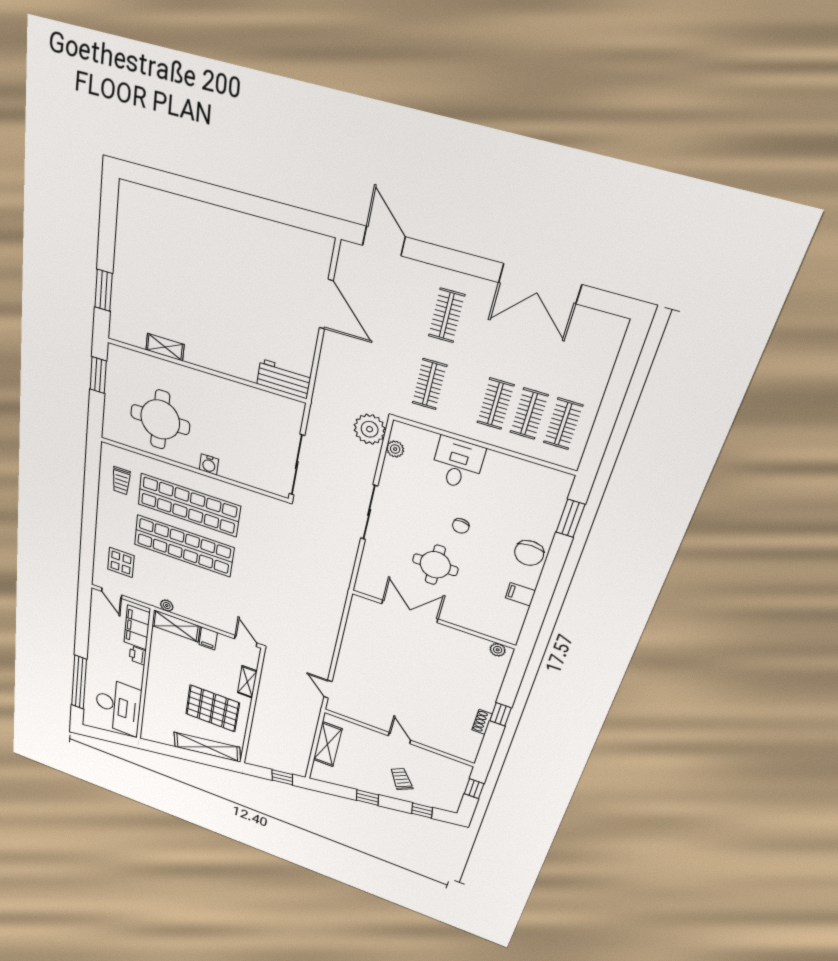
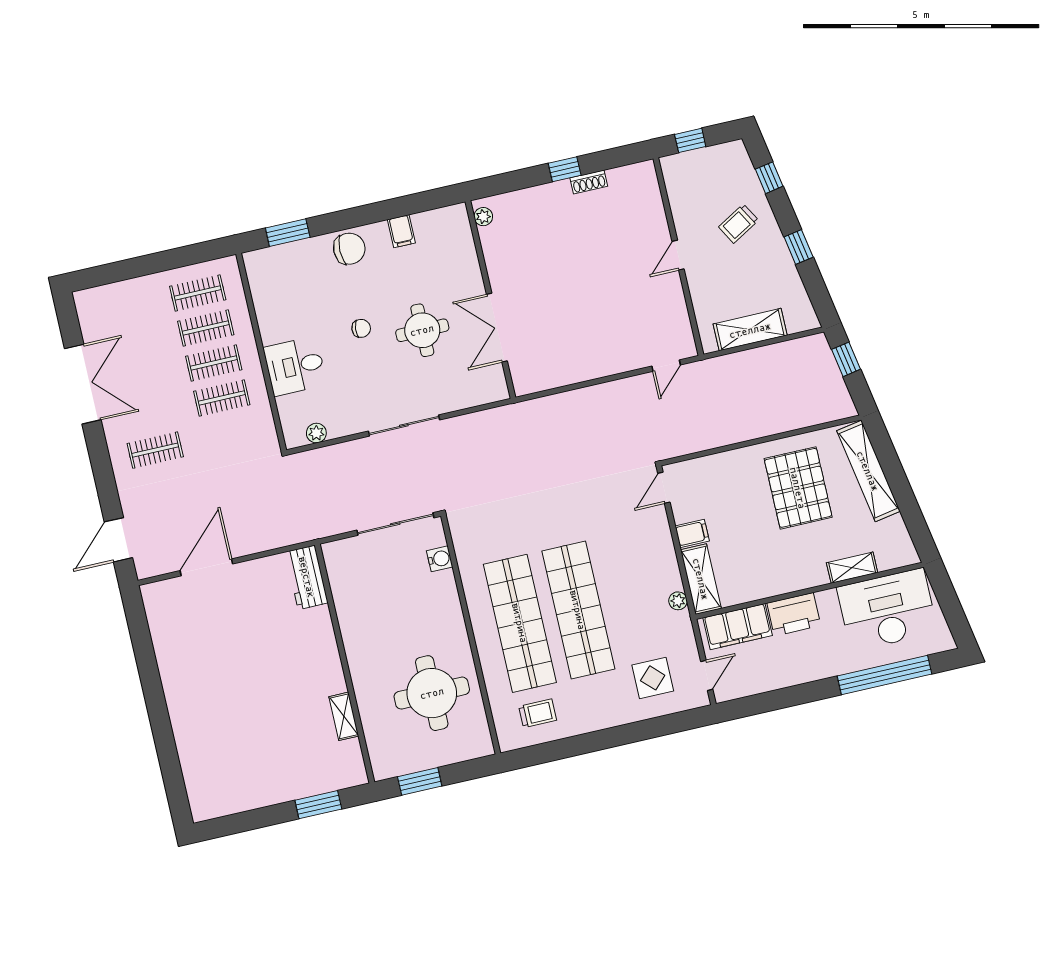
clothes rail: (429, 384) -> (222, 398), moved
plant: (370, 429) -> (310, 468), removed
water cooler: (209, 464) -> (440, 559), moved
printer: (138, 655) -> (794, 614), width x1.87, depth x1.48
shelving: (247, 682) -> (852, 568), moved

